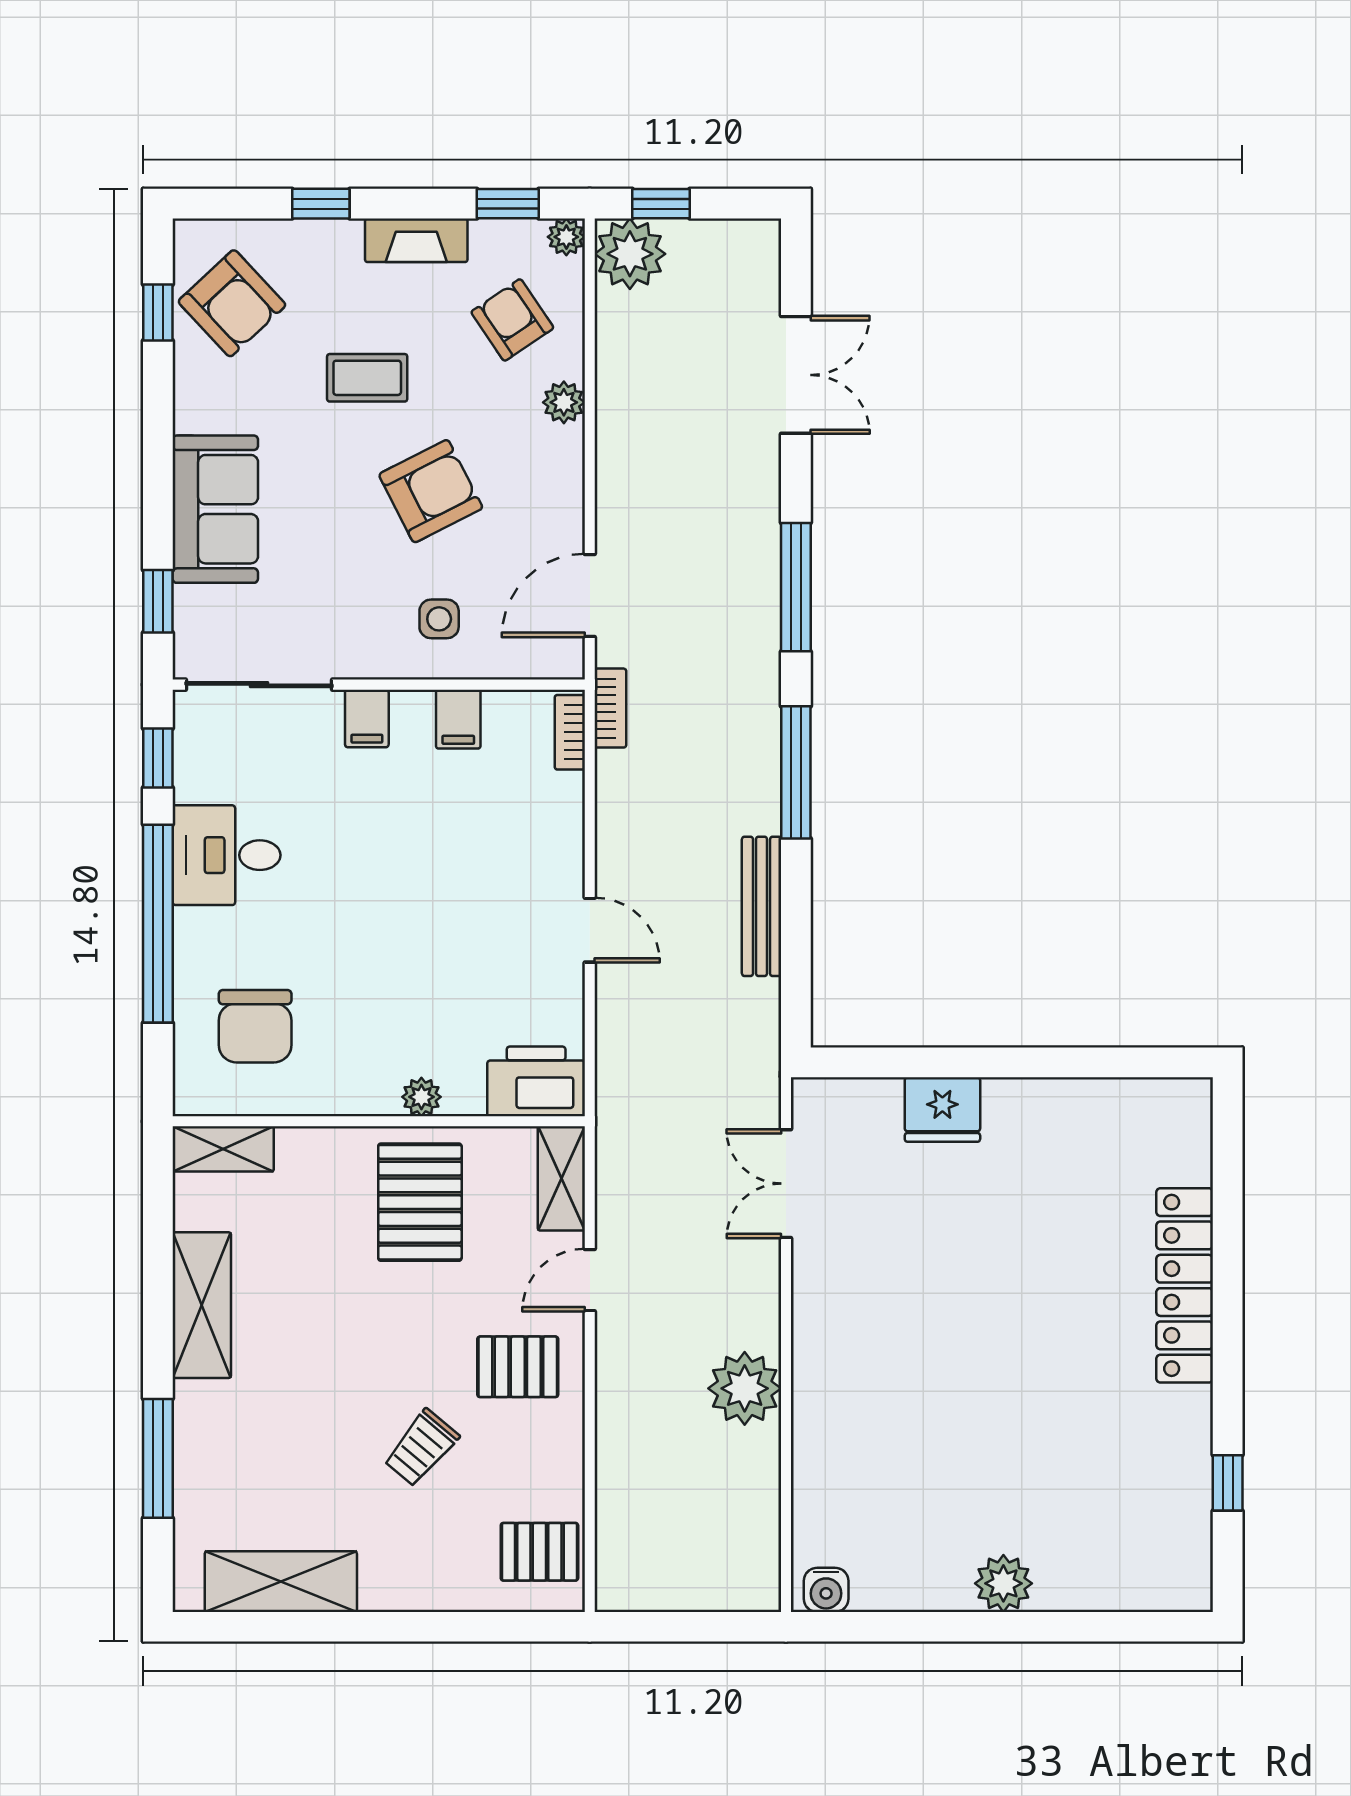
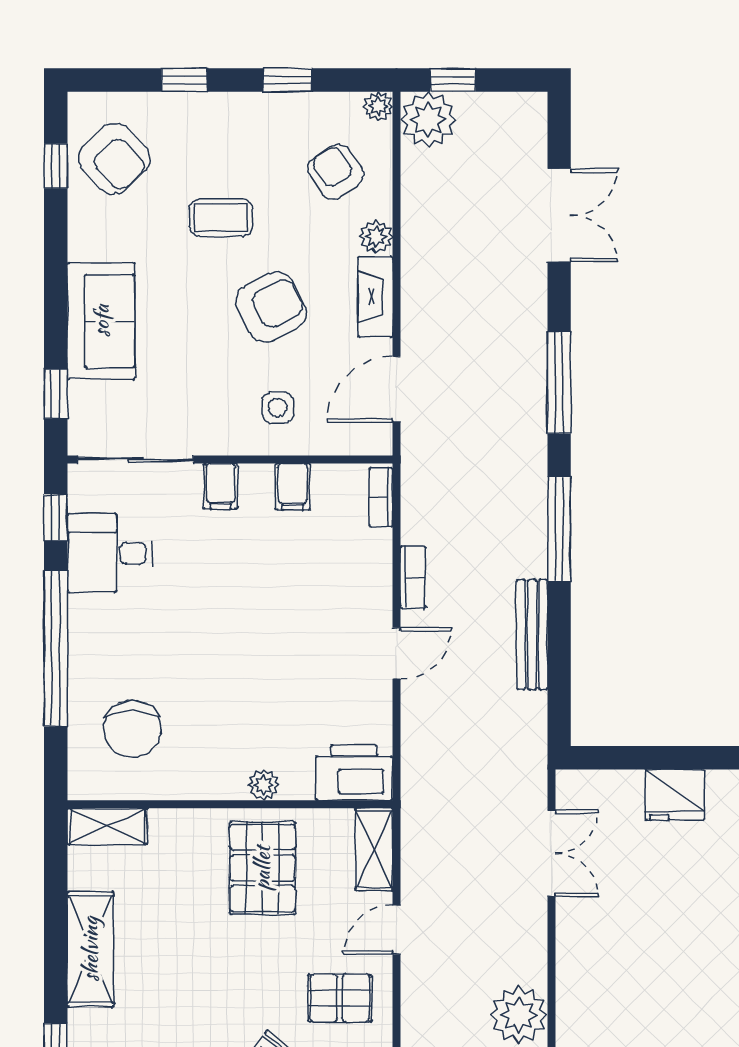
window: (508, 204) -> (288, 80), moved
fireplace: (416, 240) -> (375, 297), moved, turned 90
bookcase: (610, 708) -> (413, 577), moved
desk: (226, 855) -> (110, 553), moved
door: (590, 930) -> (396, 653), hinge flipped
double door: (786, 1184) -> (551, 853), swing flipped

